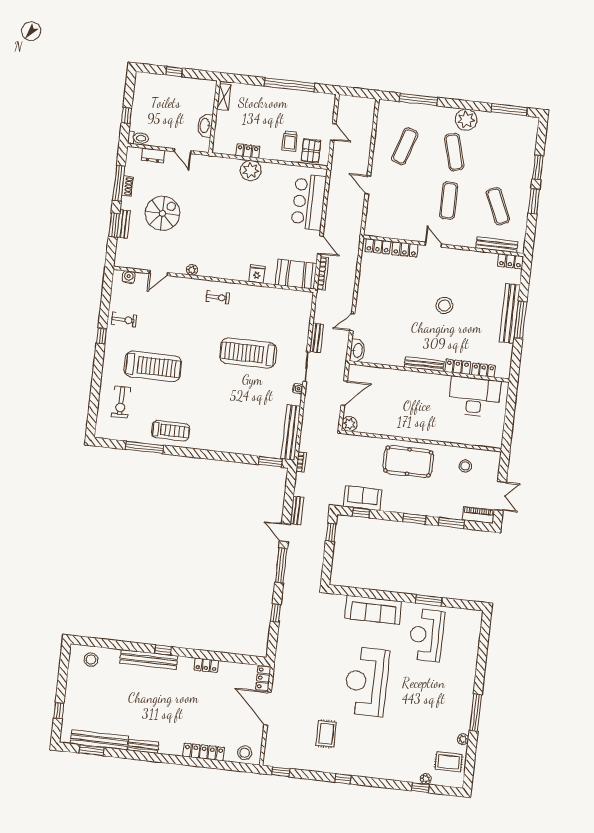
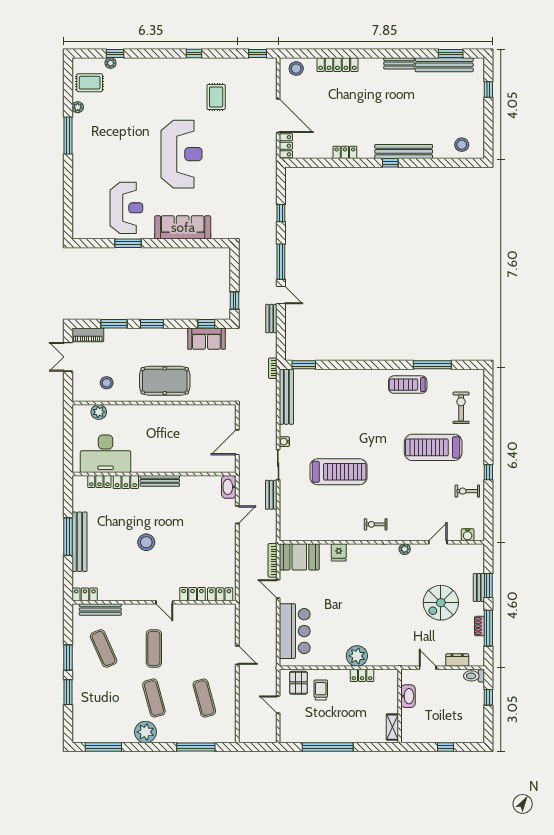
exercise mat: (405, 146) -> (204, 698), turned -33
plant: (350, 424) -> (99, 412), moved

